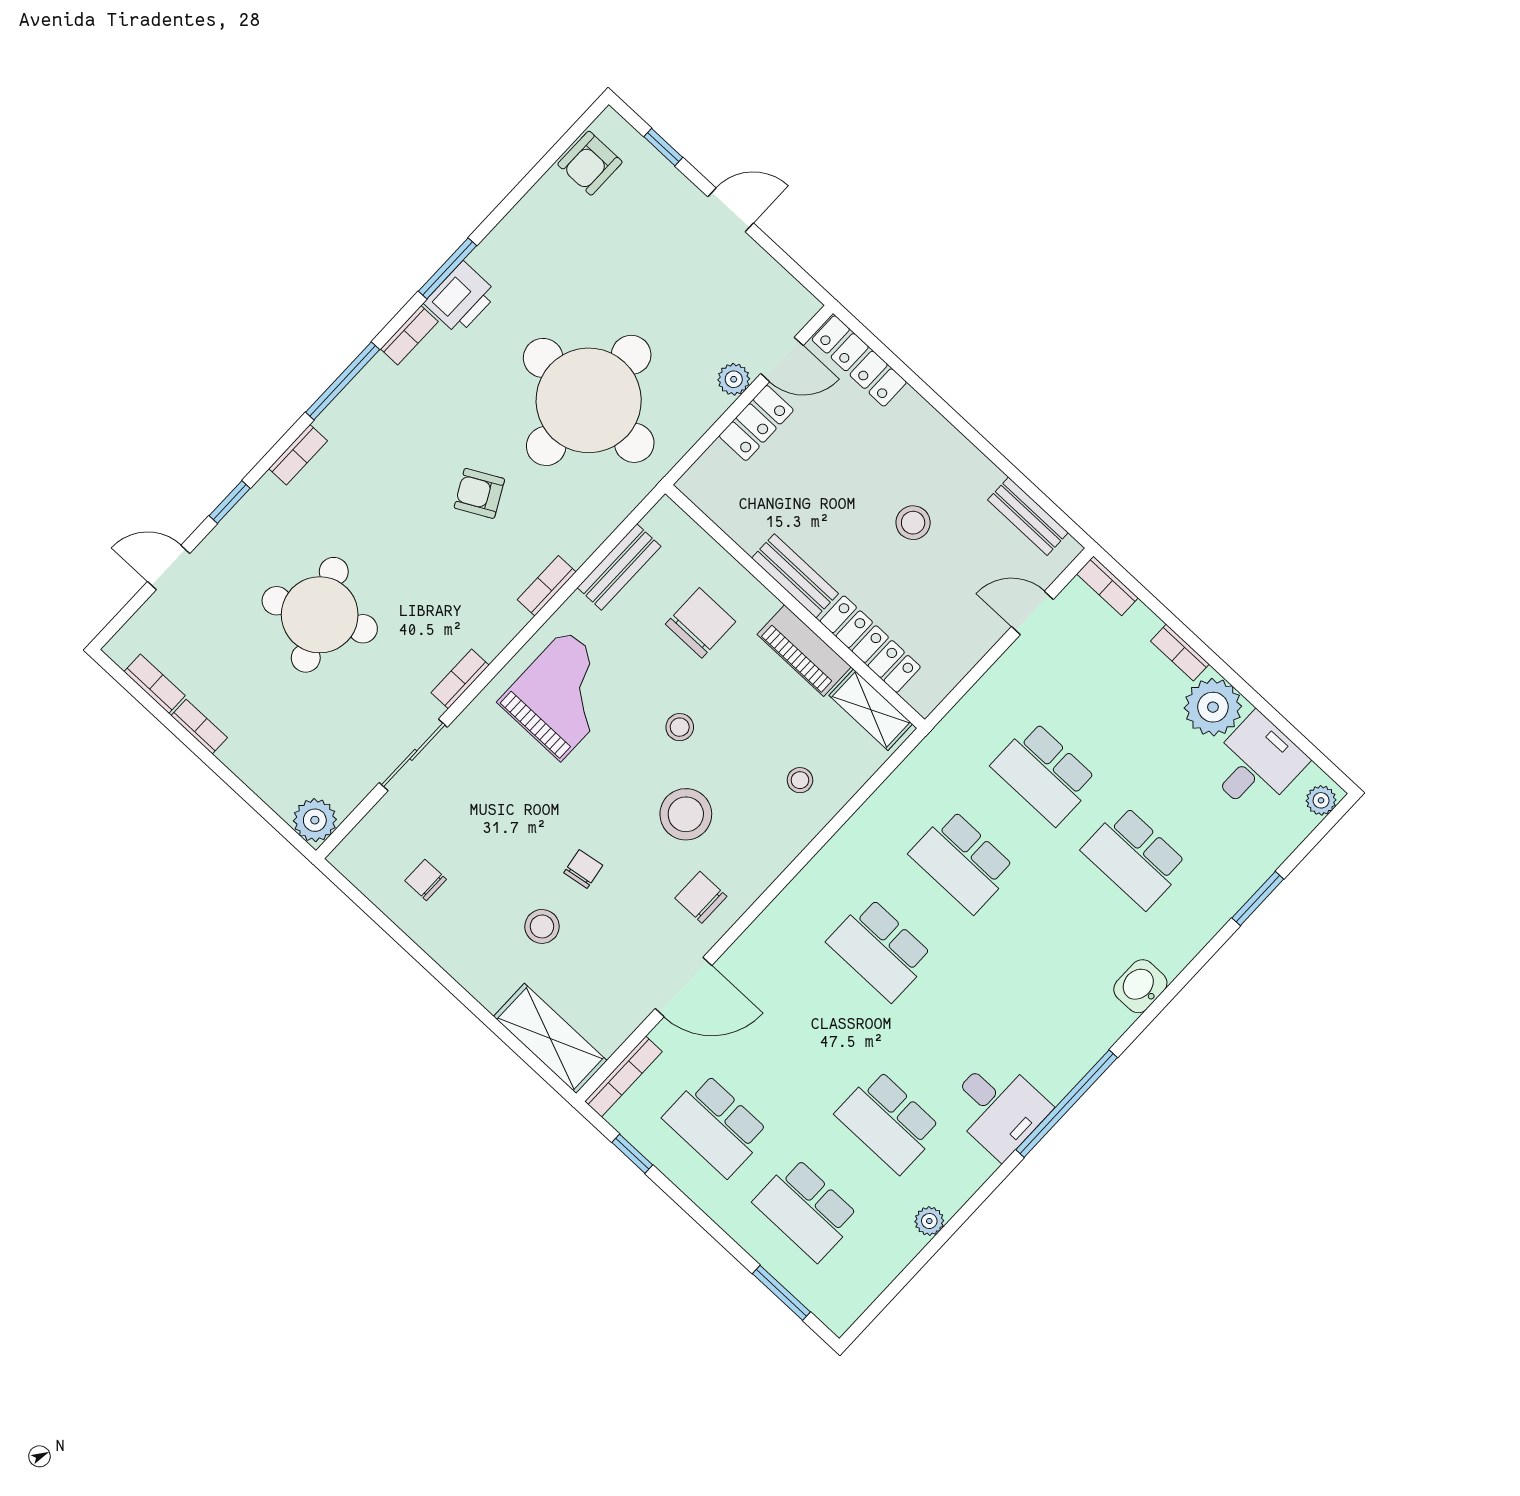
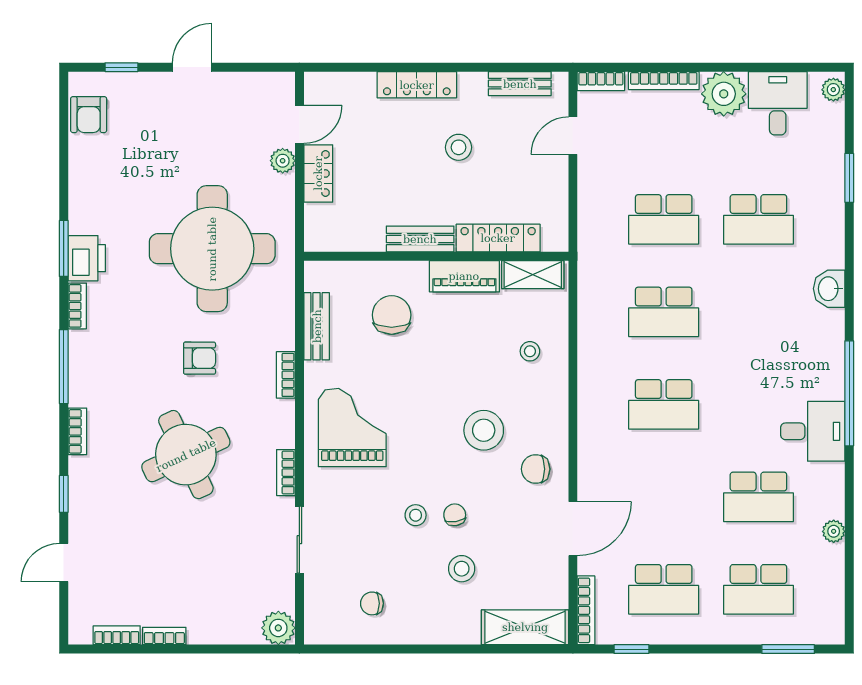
locker: (859, 361) -> (417, 85), moved
armchair: (479, 493) -> (200, 358), turned -152
round table: (320, 615) -> (186, 455), moved
bookcase: (1180, 653) -> (664, 81), width x1.56
stool: (680, 727) -> (416, 515), moved

